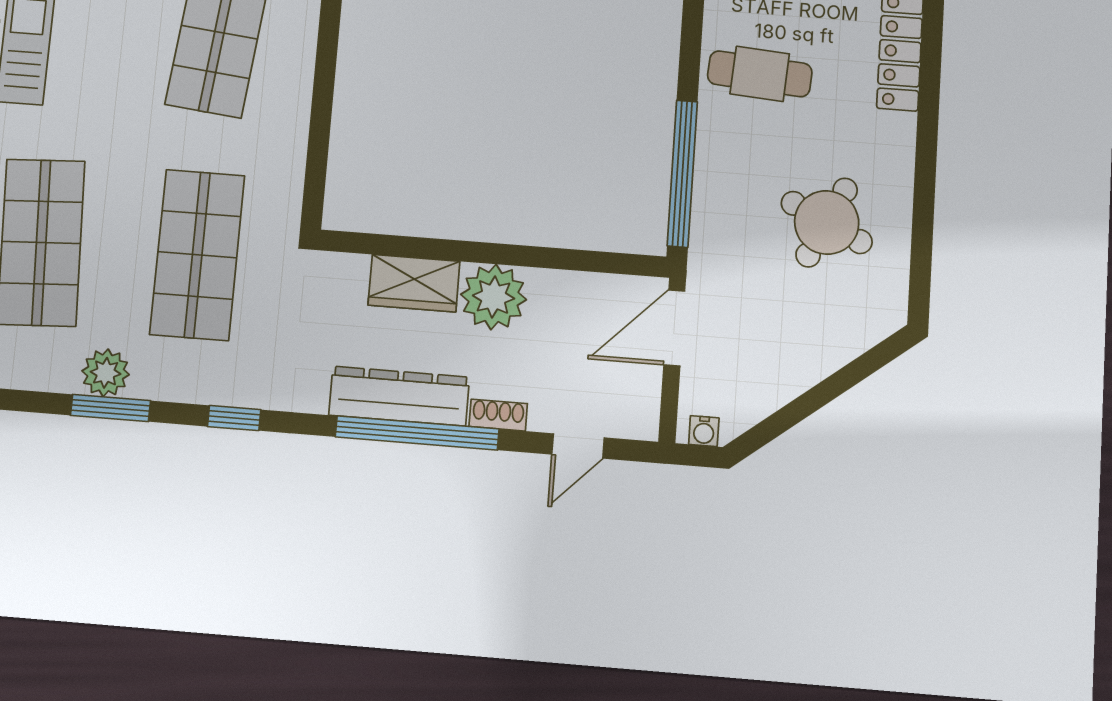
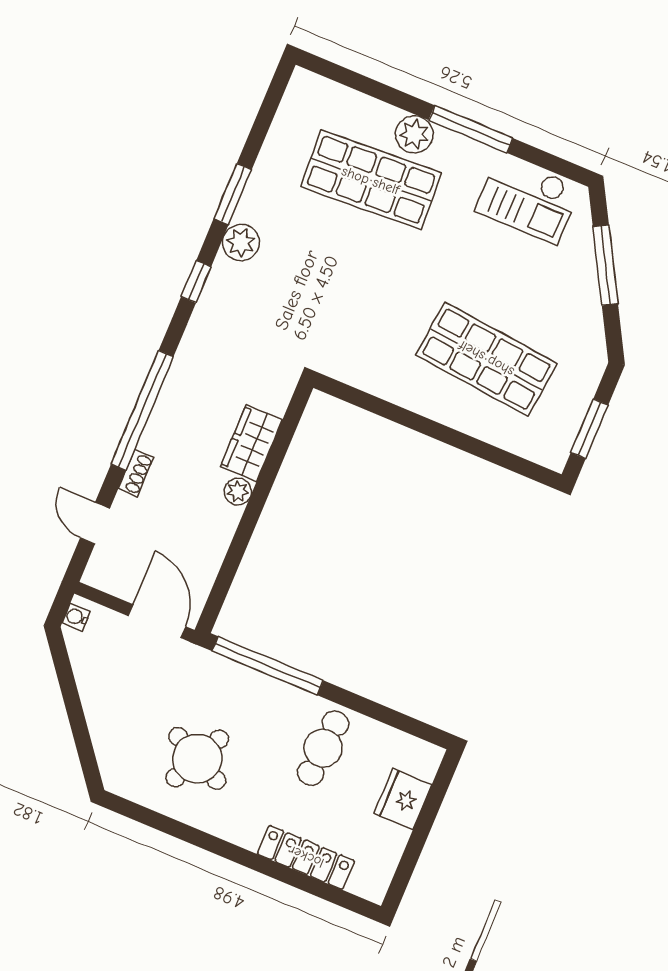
shop shelf: (197, 255) -> (324, 291), removed
plant: (494, 297) -> (238, 491), width x0.53, depth x0.53
plant: (106, 373) -> (241, 242), moved
dresser: (399, 396) -> (173, 406), removed

